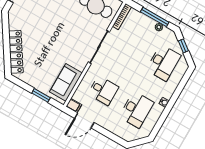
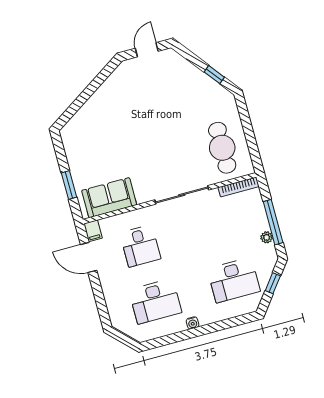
locker: (16, 52) -> (88, 112), removed

